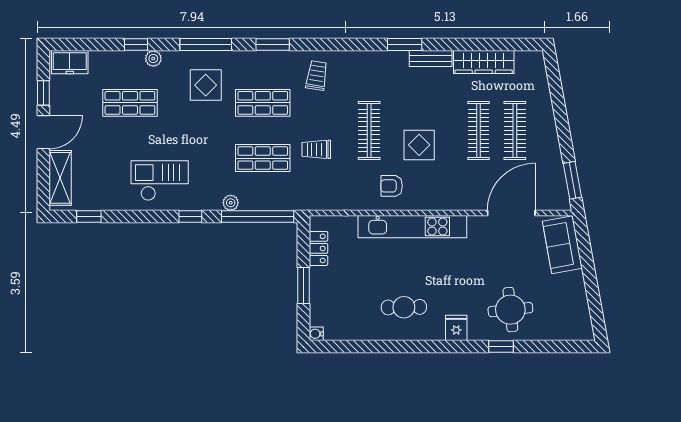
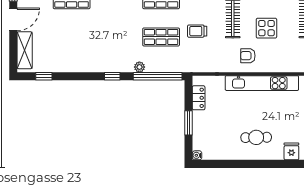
checkout: (160, 181) -> (92, 52), removed

